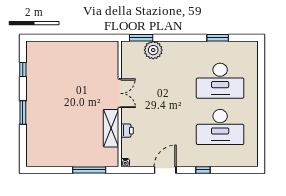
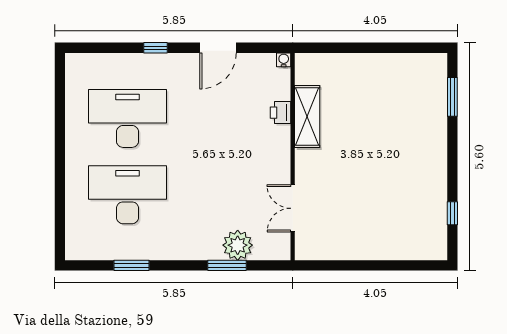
window: (141, 38) -> (227, 265), moved
double door: (120, 93) -> (293, 208), moved
window: (23, 113) -> (452, 97), moved
window: (89, 170) -> (343, 48), removed

